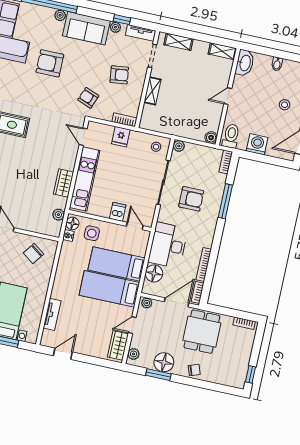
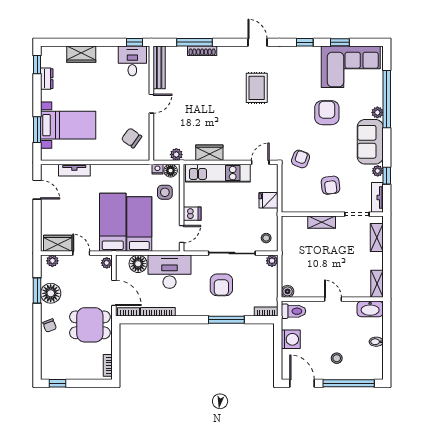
bookcase: (124, 120) -> (286, 200), removed

